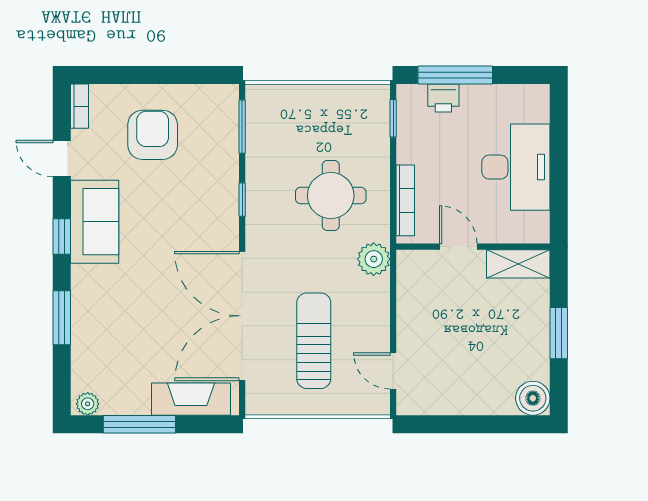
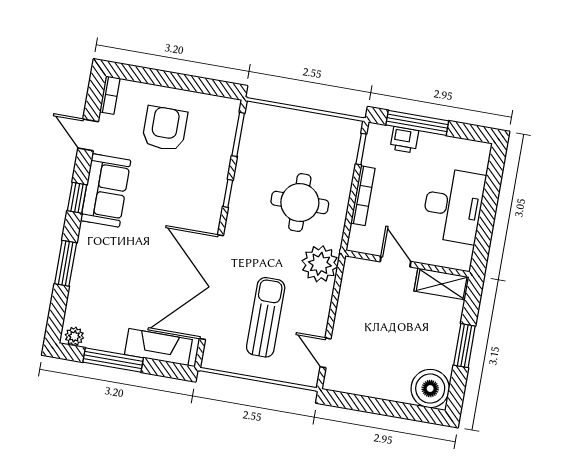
bookcase: (405, 200) -> (363, 196), moved
plant: (374, 259) -> (320, 264), width x1.36, depth x1.36
boiler: (533, 398) -> (430, 389), width x1.37, depth x1.37

